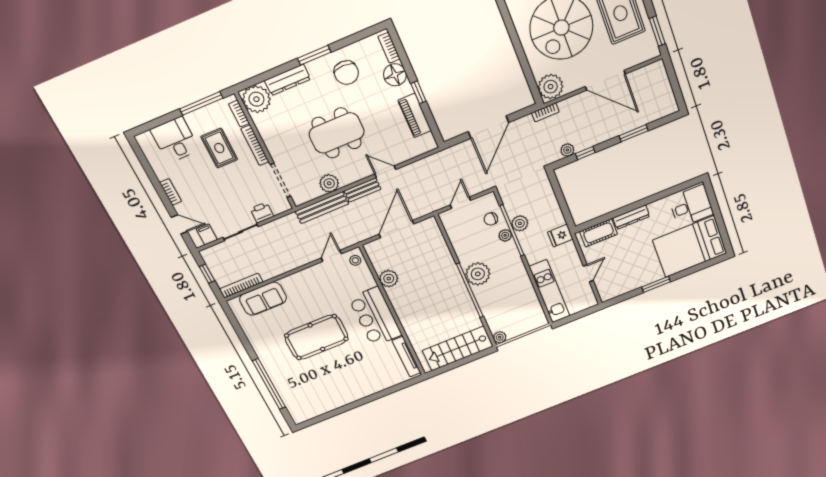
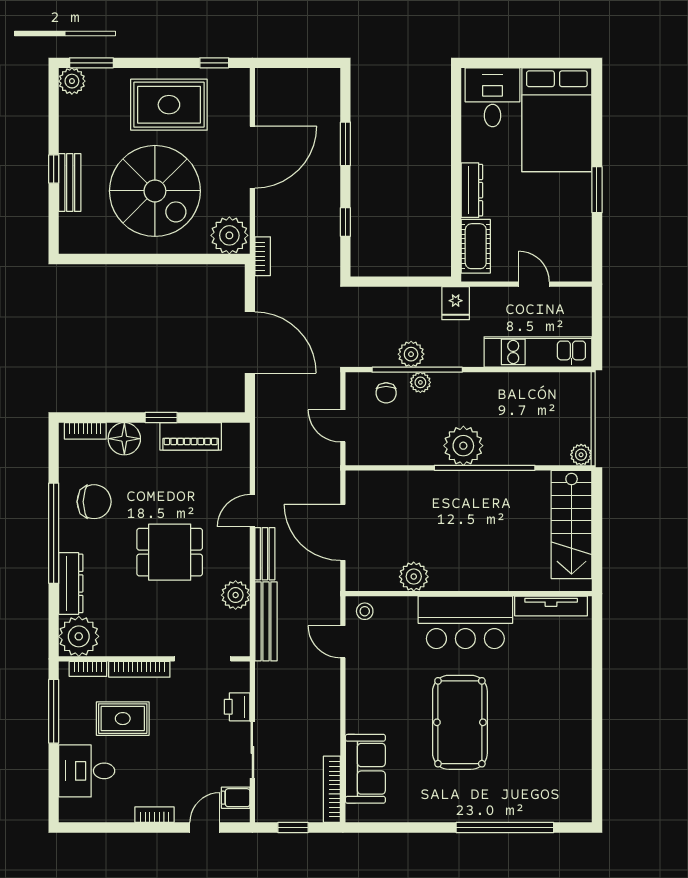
window: (657, 31) -> (214, 63), width x0.67
window: (314, 55) -> (54, 533), width x2.11
dining table: (337, 133) -> (170, 552), width x0.73
plant: (567, 150) -> (330, 246), removed

